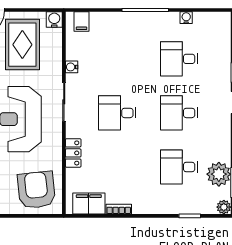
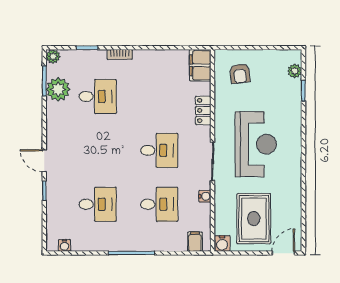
water cooler: (186, 18) -> (64, 245), moved
desk: (179, 113) -> (159, 204), moved
armchair: (36, 190) -> (240, 74), width x0.53, depth x0.53
filing cabinet: (89, 204) -> (200, 65), moved, turned 90
bookcase: (119, 209) -> (120, 54), moved

